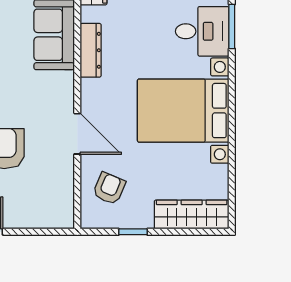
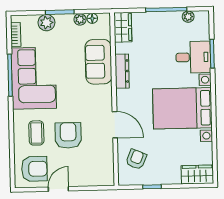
wardrobe: (192, 214) -> (197, 174), width x0.67

